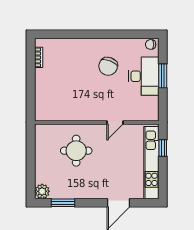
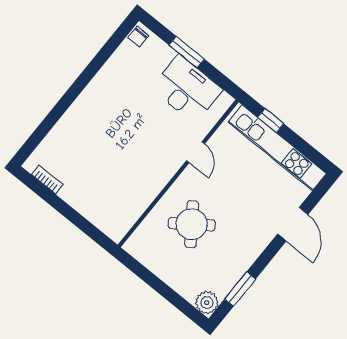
chair: (108, 66) -> (123, 107), removed
desk: (144, 76) -> (187, 89), moved
round table: (76, 151) -> (192, 224), turned -36

